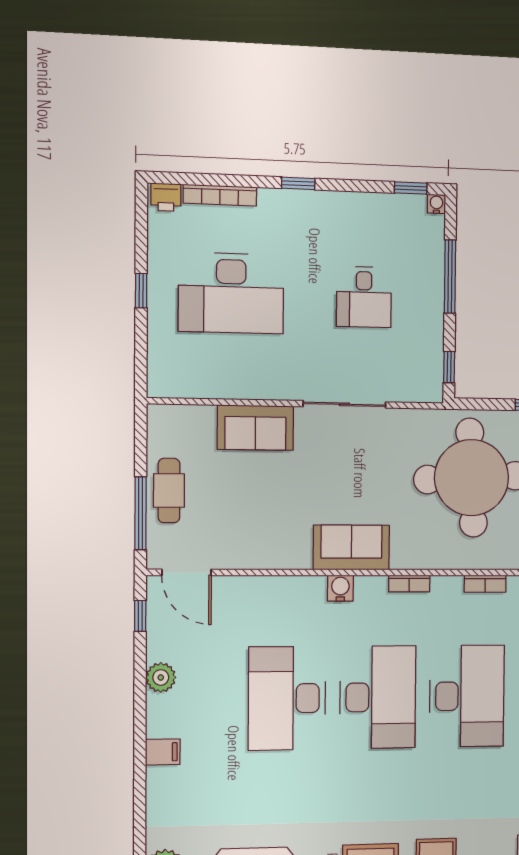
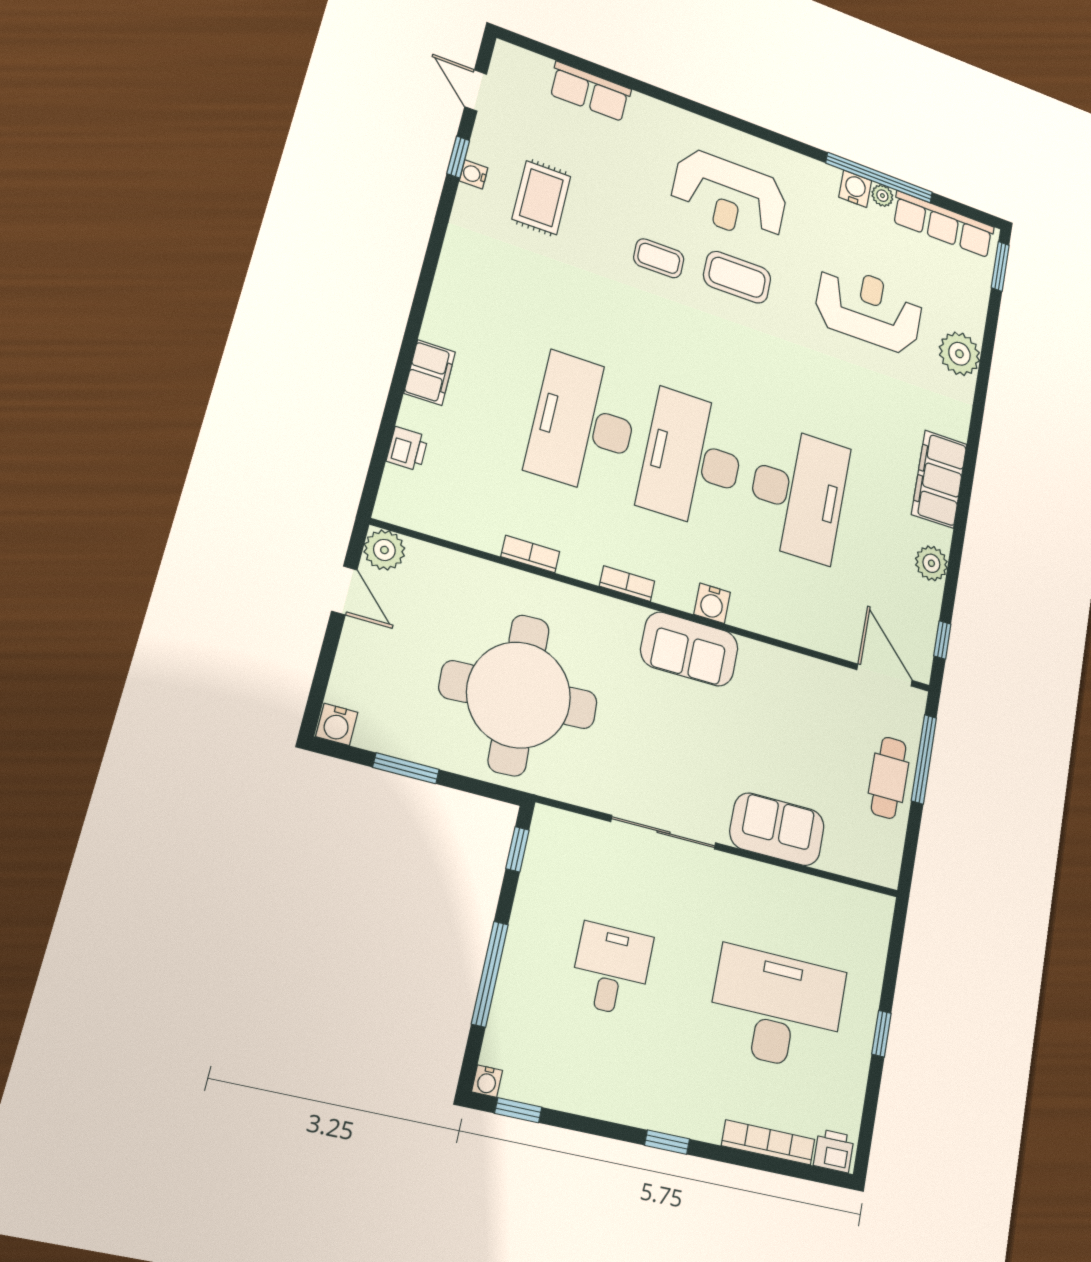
filing cabinet: (163, 752) -> (939, 479), width x3.00, depth x1.17

